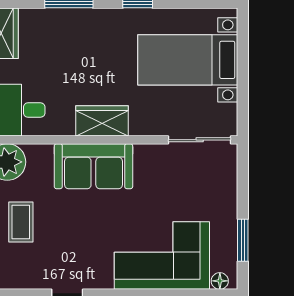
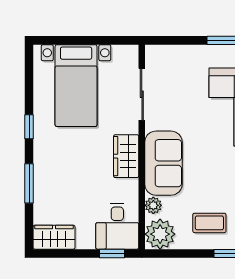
sliding door: (200, 140) -> (142, 94), moved
plant: (42, 154) -> (153, 205), added

